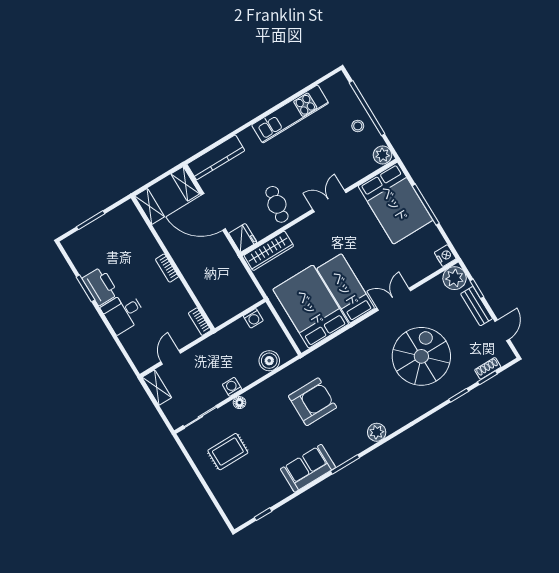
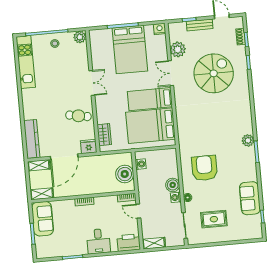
kitchen unit: (290, 114) -> (26, 62), moved
double door: (329, 201) -> (92, 83), swing flipped
bed: (395, 203) -> (130, 50), moved, turned 90
sofa: (117, 224) -> (43, 219), added
wardrobe: (269, 251) -> (104, 135), width x0.67
plant: (455, 278) -> (178, 49), moved
printer: (100, 286) -> (129, 243), moved
boiler: (230, 304) -> (125, 174), added
spiral stairs: (421, 356) -> (214, 73), turned 90
door: (171, 357) -> (138, 211), moved
boiler: (269, 361) -> (173, 185), moved
armchair: (312, 402) -> (204, 168), moved
plant: (377, 432) -> (248, 140), moved
rug: (228, 452) -> (214, 219), turned 90
sofa: (308, 468) -> (250, 198), moved

